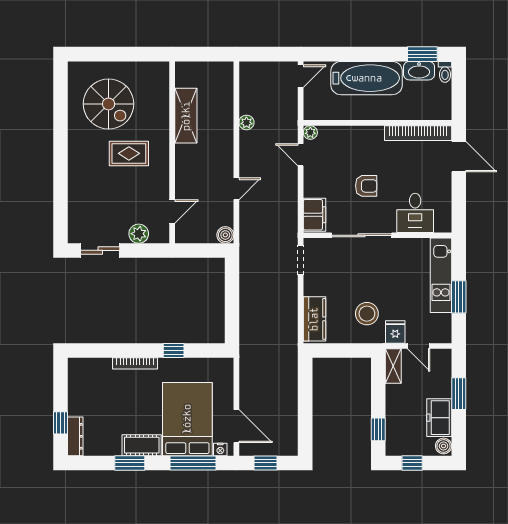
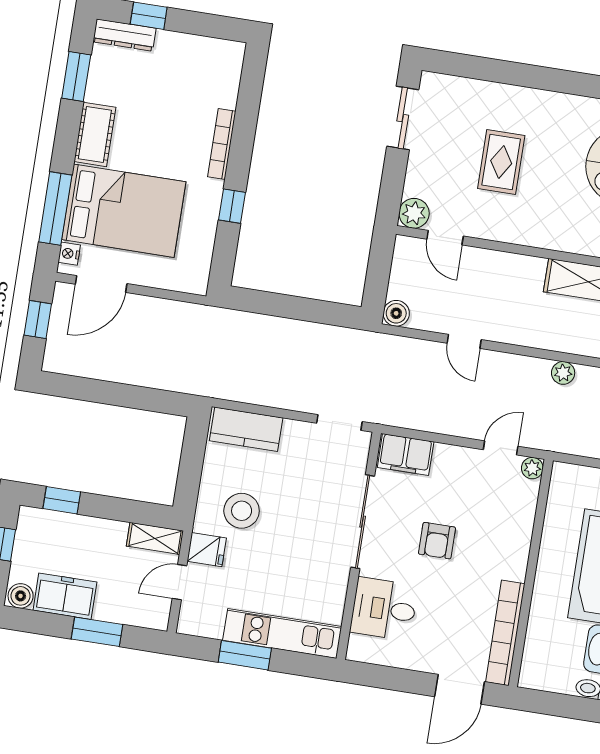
rug: (129, 153) -> (501, 162), moved
plant: (139, 234) -> (414, 213), moved
window: (130, 463) -> (76, 76), moved

